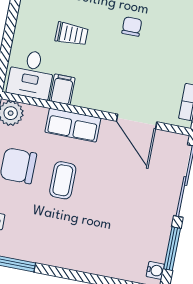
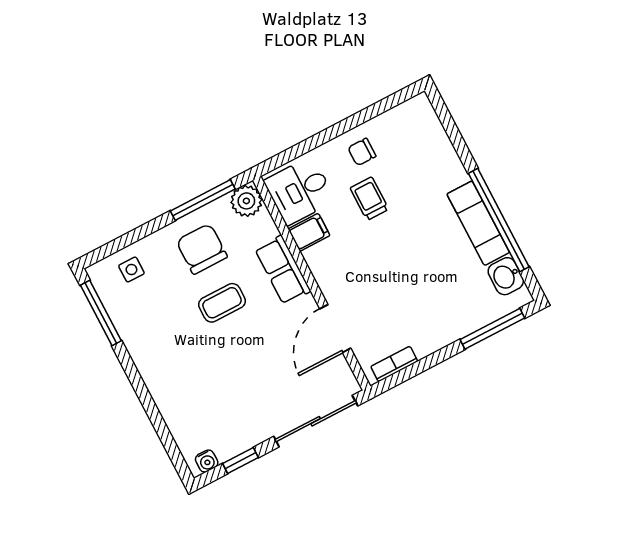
chair: (132, 26) -> (362, 152), moved, turned 180
trolley: (72, 34) -> (369, 199), turned 180
window: (172, 249) -> (240, 460), width x0.67

